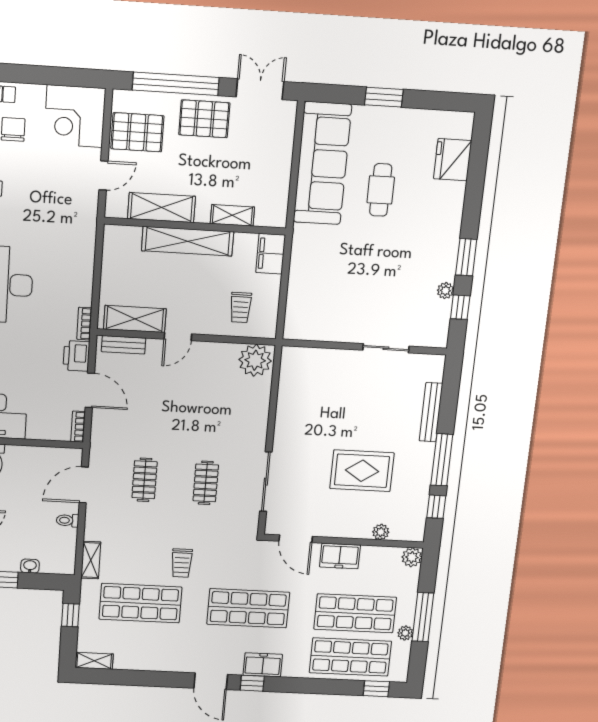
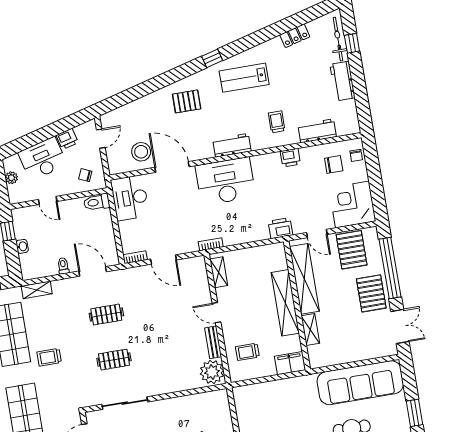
shelving: (161, 208) -> (304, 279), width x1.47
shelving: (135, 319) -> (219, 272), width x0.67, depth x0.75
bench: (124, 345) -> (213, 342), moved
printer: (76, 356) -> (280, 228), moved
door: (90, 390) -> (164, 259), hinge flipped

